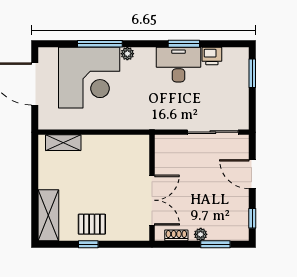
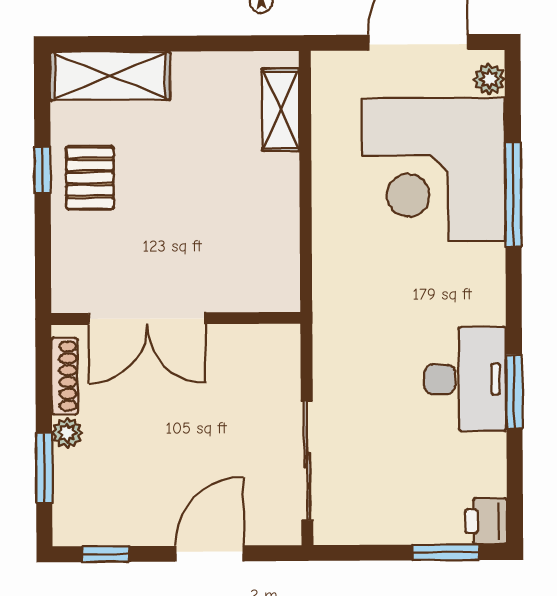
plant: (127, 54) -> (489, 79), moved
printer: (212, 56) -> (486, 521), moved
shoe rack: (176, 235) -> (65, 376), width x1.43

